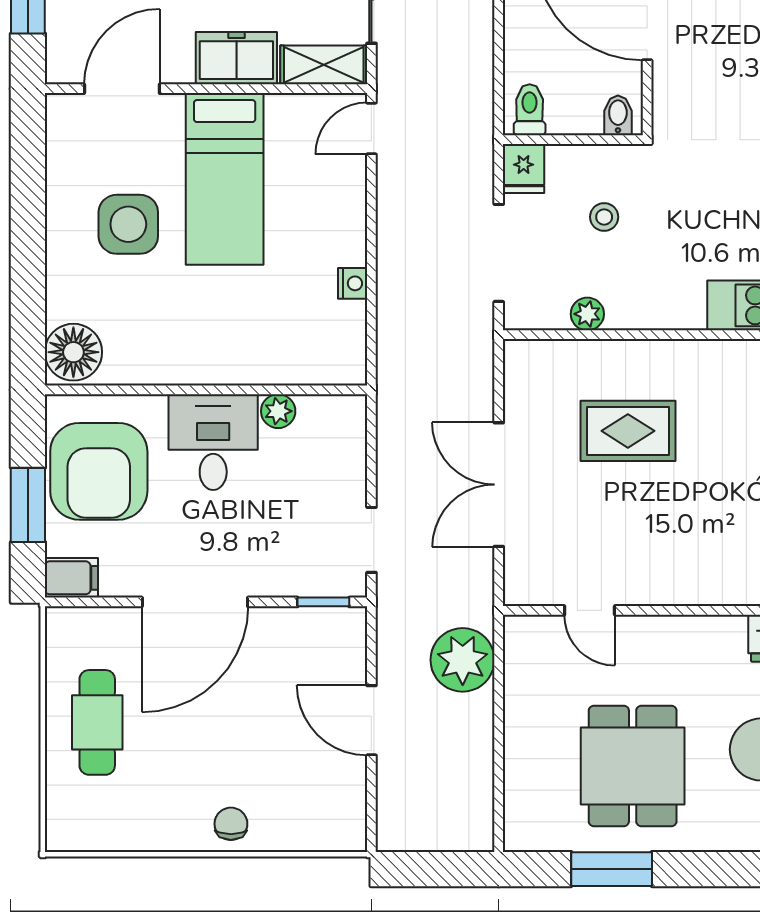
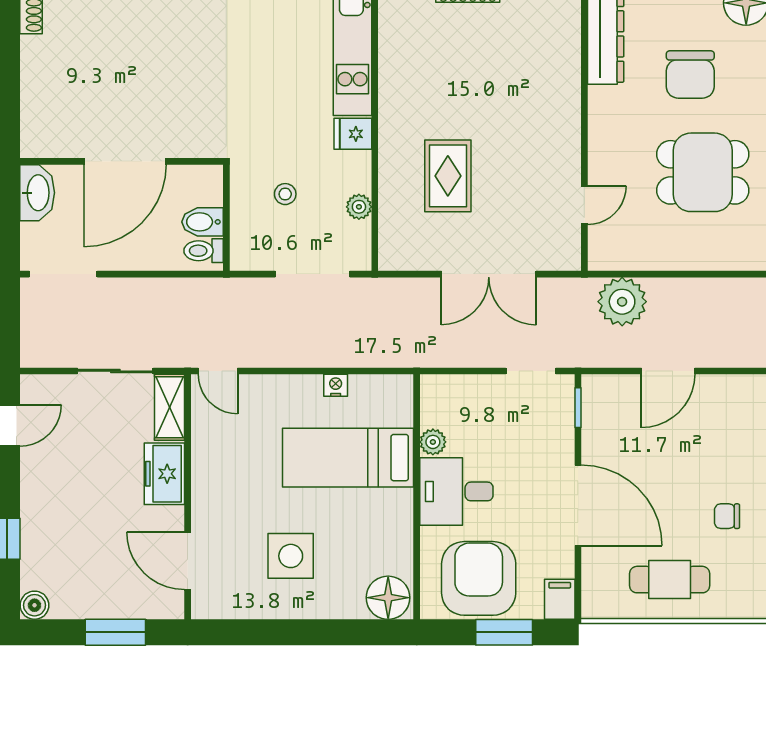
bidet: (618, 115) -> (202, 222), moved, width x1.38, depth x1.36
fridge: (524, 168) -> (353, 134), moved, turned 180
bed: (225, 179) -> (348, 458), moved, turned 180
armchair: (99, 471) -> (479, 578), turned -90
chair: (231, 824) -> (727, 516), moved

